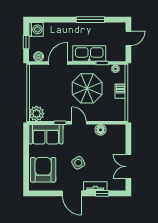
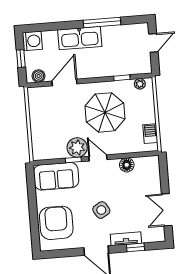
kitchen sink: (89, 54) -> (80, 38), moved, turned 180
barbecue: (120, 91) -> (150, 134), moved
plant: (36, 114) -> (77, 148), moved

